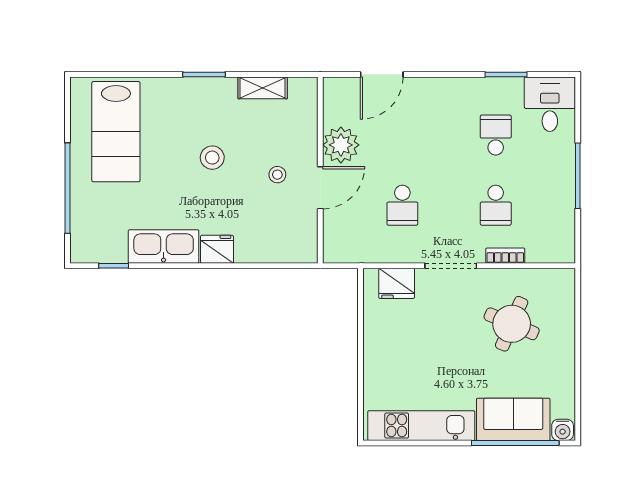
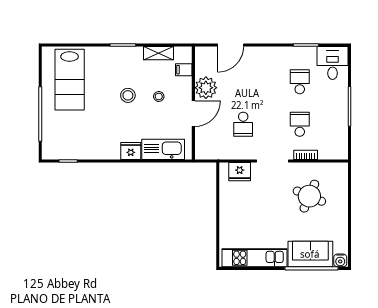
filing cabinet: (304, 115) -> (184, 70), added
stool: (277, 175) -> (159, 96), moved
school desk: (496, 205) -> (300, 124), turned 180
kitchen sink: (164, 247) -> (163, 149), moved

